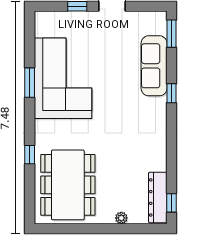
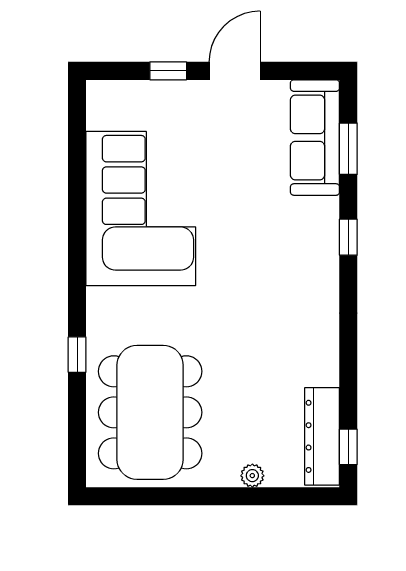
window: (172, 34) -> (348, 149), moved
sofa: (154, 66) -> (315, 138), moved
window: (30, 83) -> (77, 217), removed

